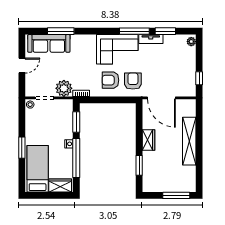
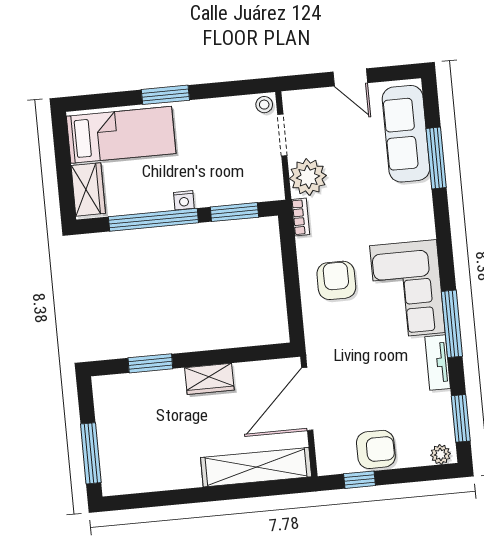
window: (165, 31) -> (461, 418), moved
armchair: (133, 81) -> (376, 449), moved
shelving: (189, 141) -> (256, 467), moved

